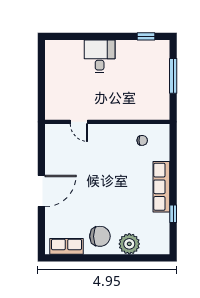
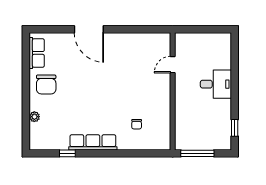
door: (79, 122) -> (173, 65), moved
wall: (107, 122) -> (173, 91), moved
plant: (129, 244) -> (34, 117), width x0.53, depth x0.53

